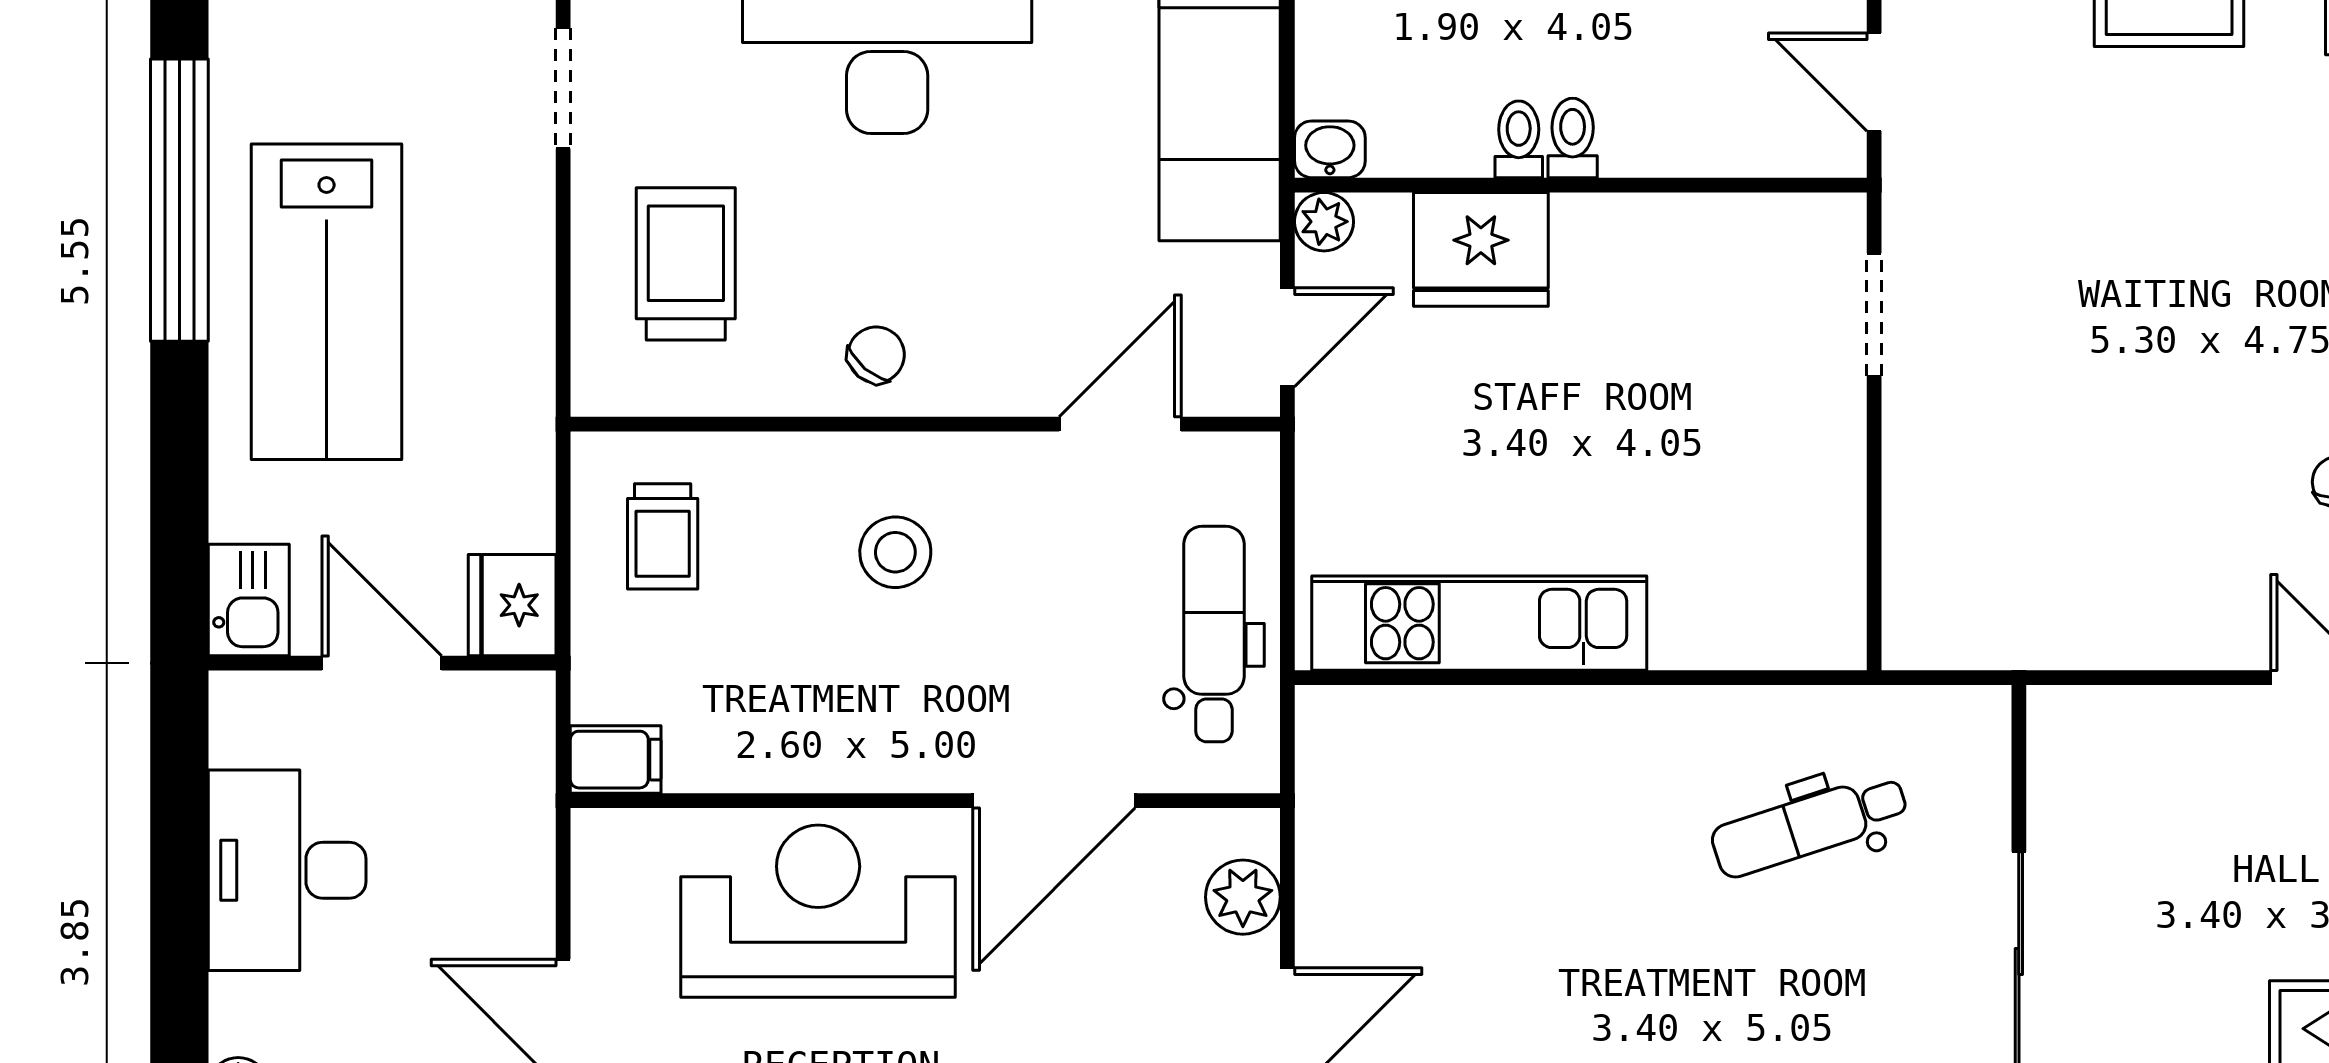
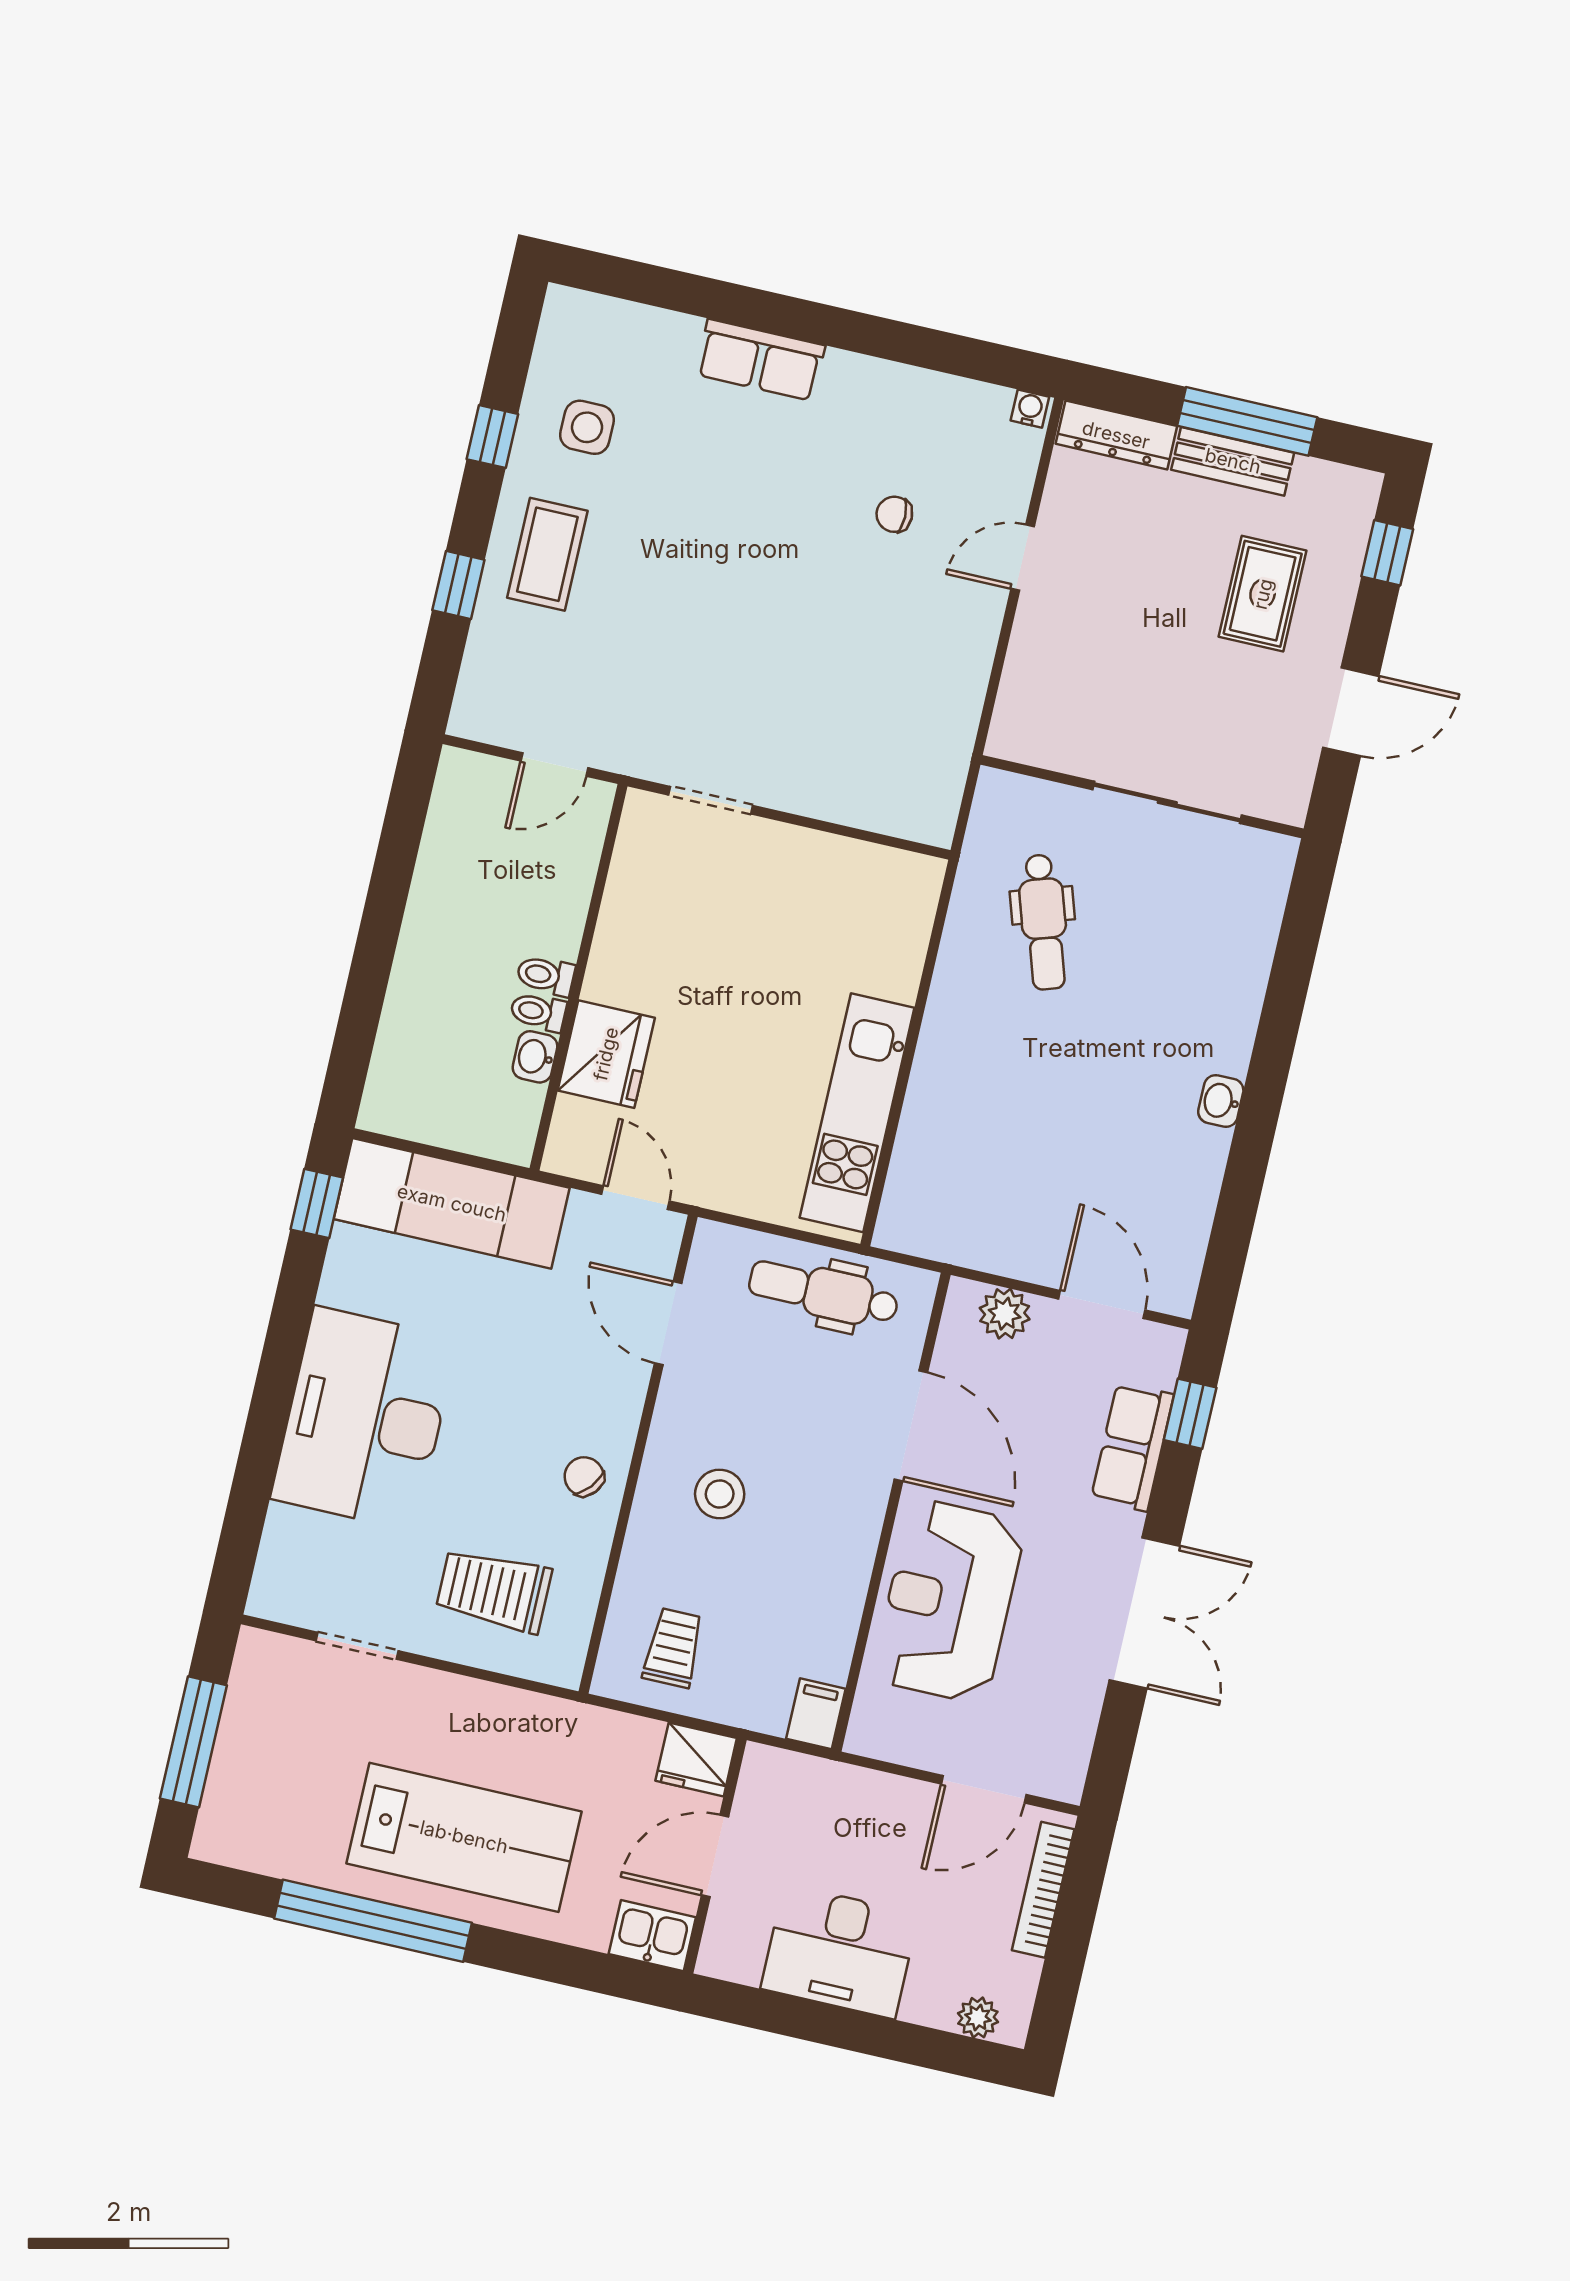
washbasin: (1330, 149) -> (535, 1057), moved
plant: (1324, 222) -> (564, 1155), removed
trolley: (663, 536) -> (673, 1648), turned -90

